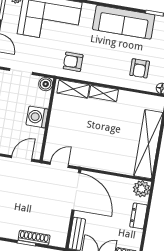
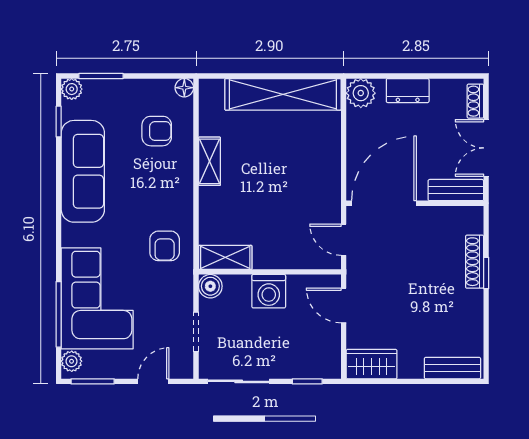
shelving: (73, 89) -> (225, 257), moved, turned 90
shelving: (104, 93) -> (209, 161), moved

